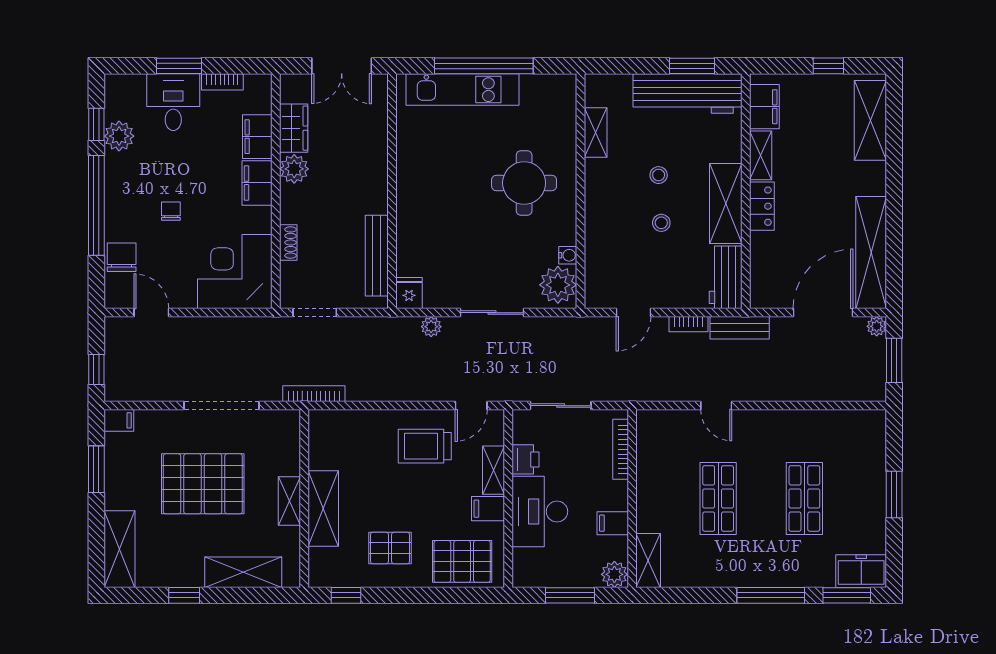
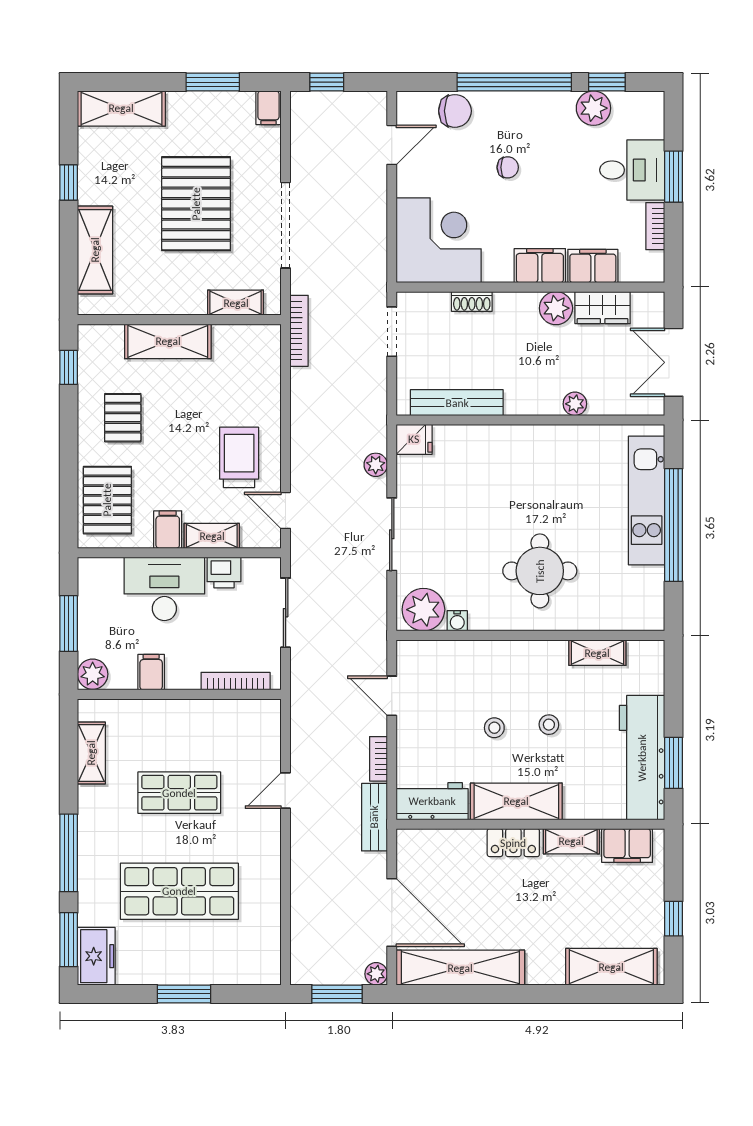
plant: (378, 152) -> (575, 404), added
shop shelf: (804, 498) -> (179, 891), width x1.43, depth x1.36
shelving: (289, 501) -> (236, 303), moved
shelving: (648, 560) -> (91, 753), moved, turned 90

